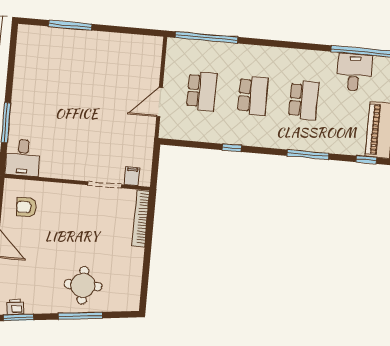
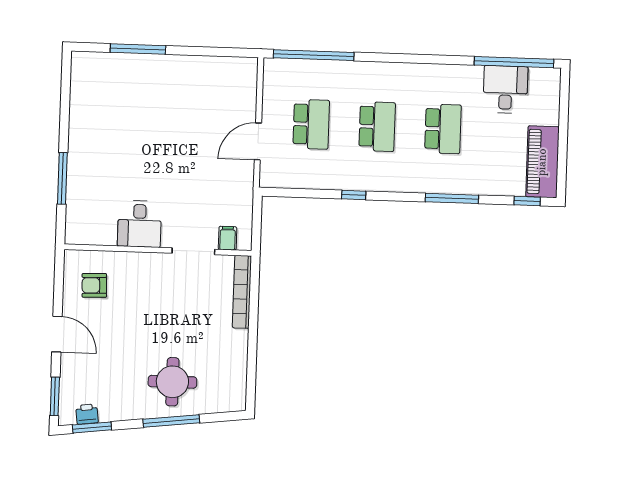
desk: (23, 158) -> (139, 224), moved

